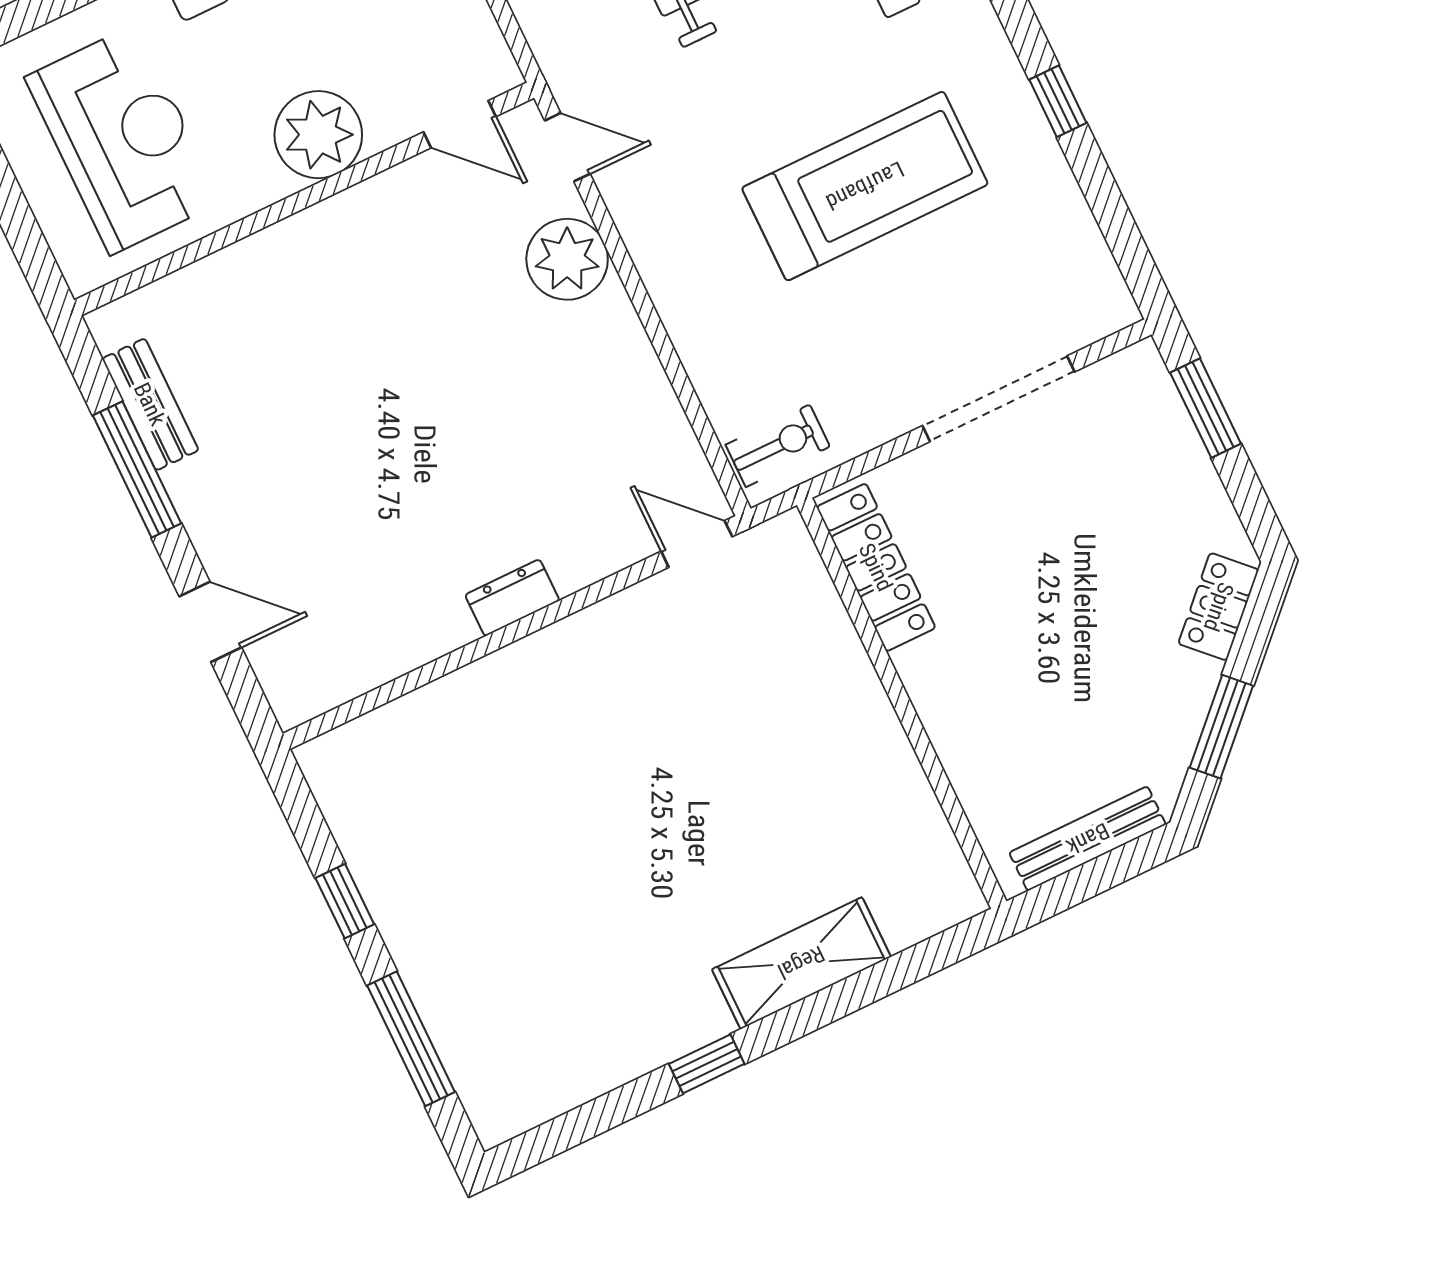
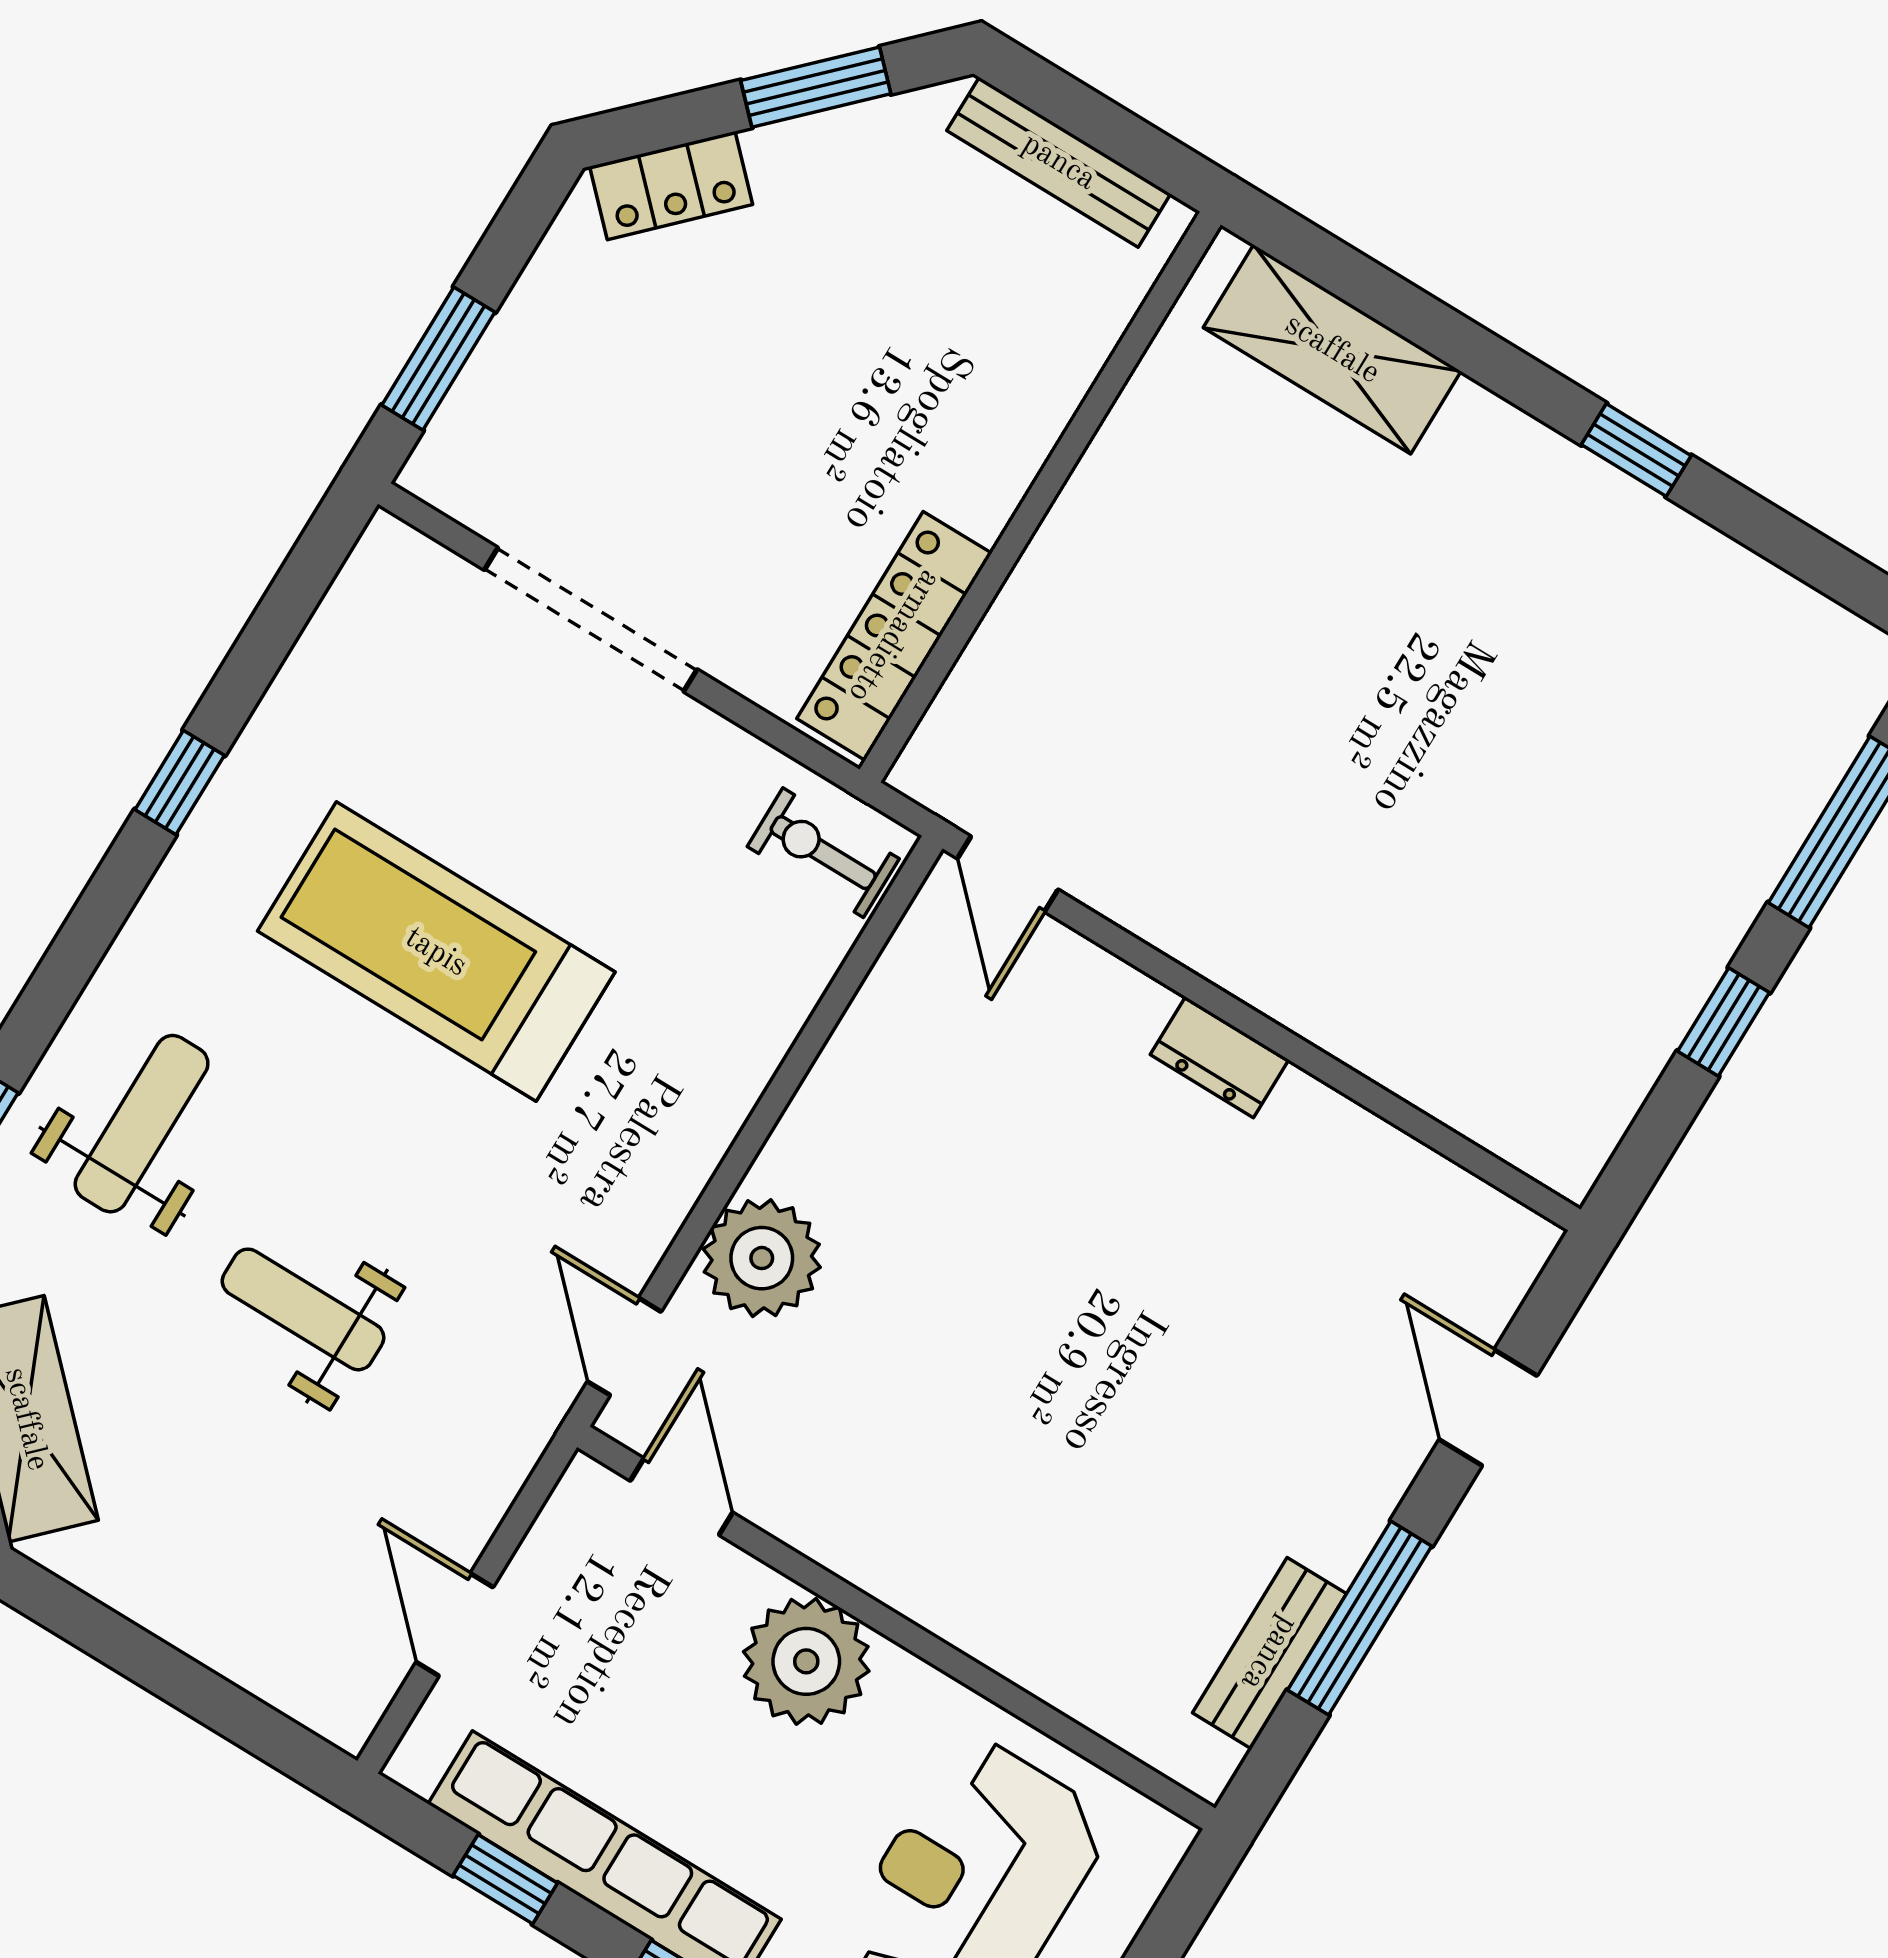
shelving: (801, 963) -> (1332, 349), moved

